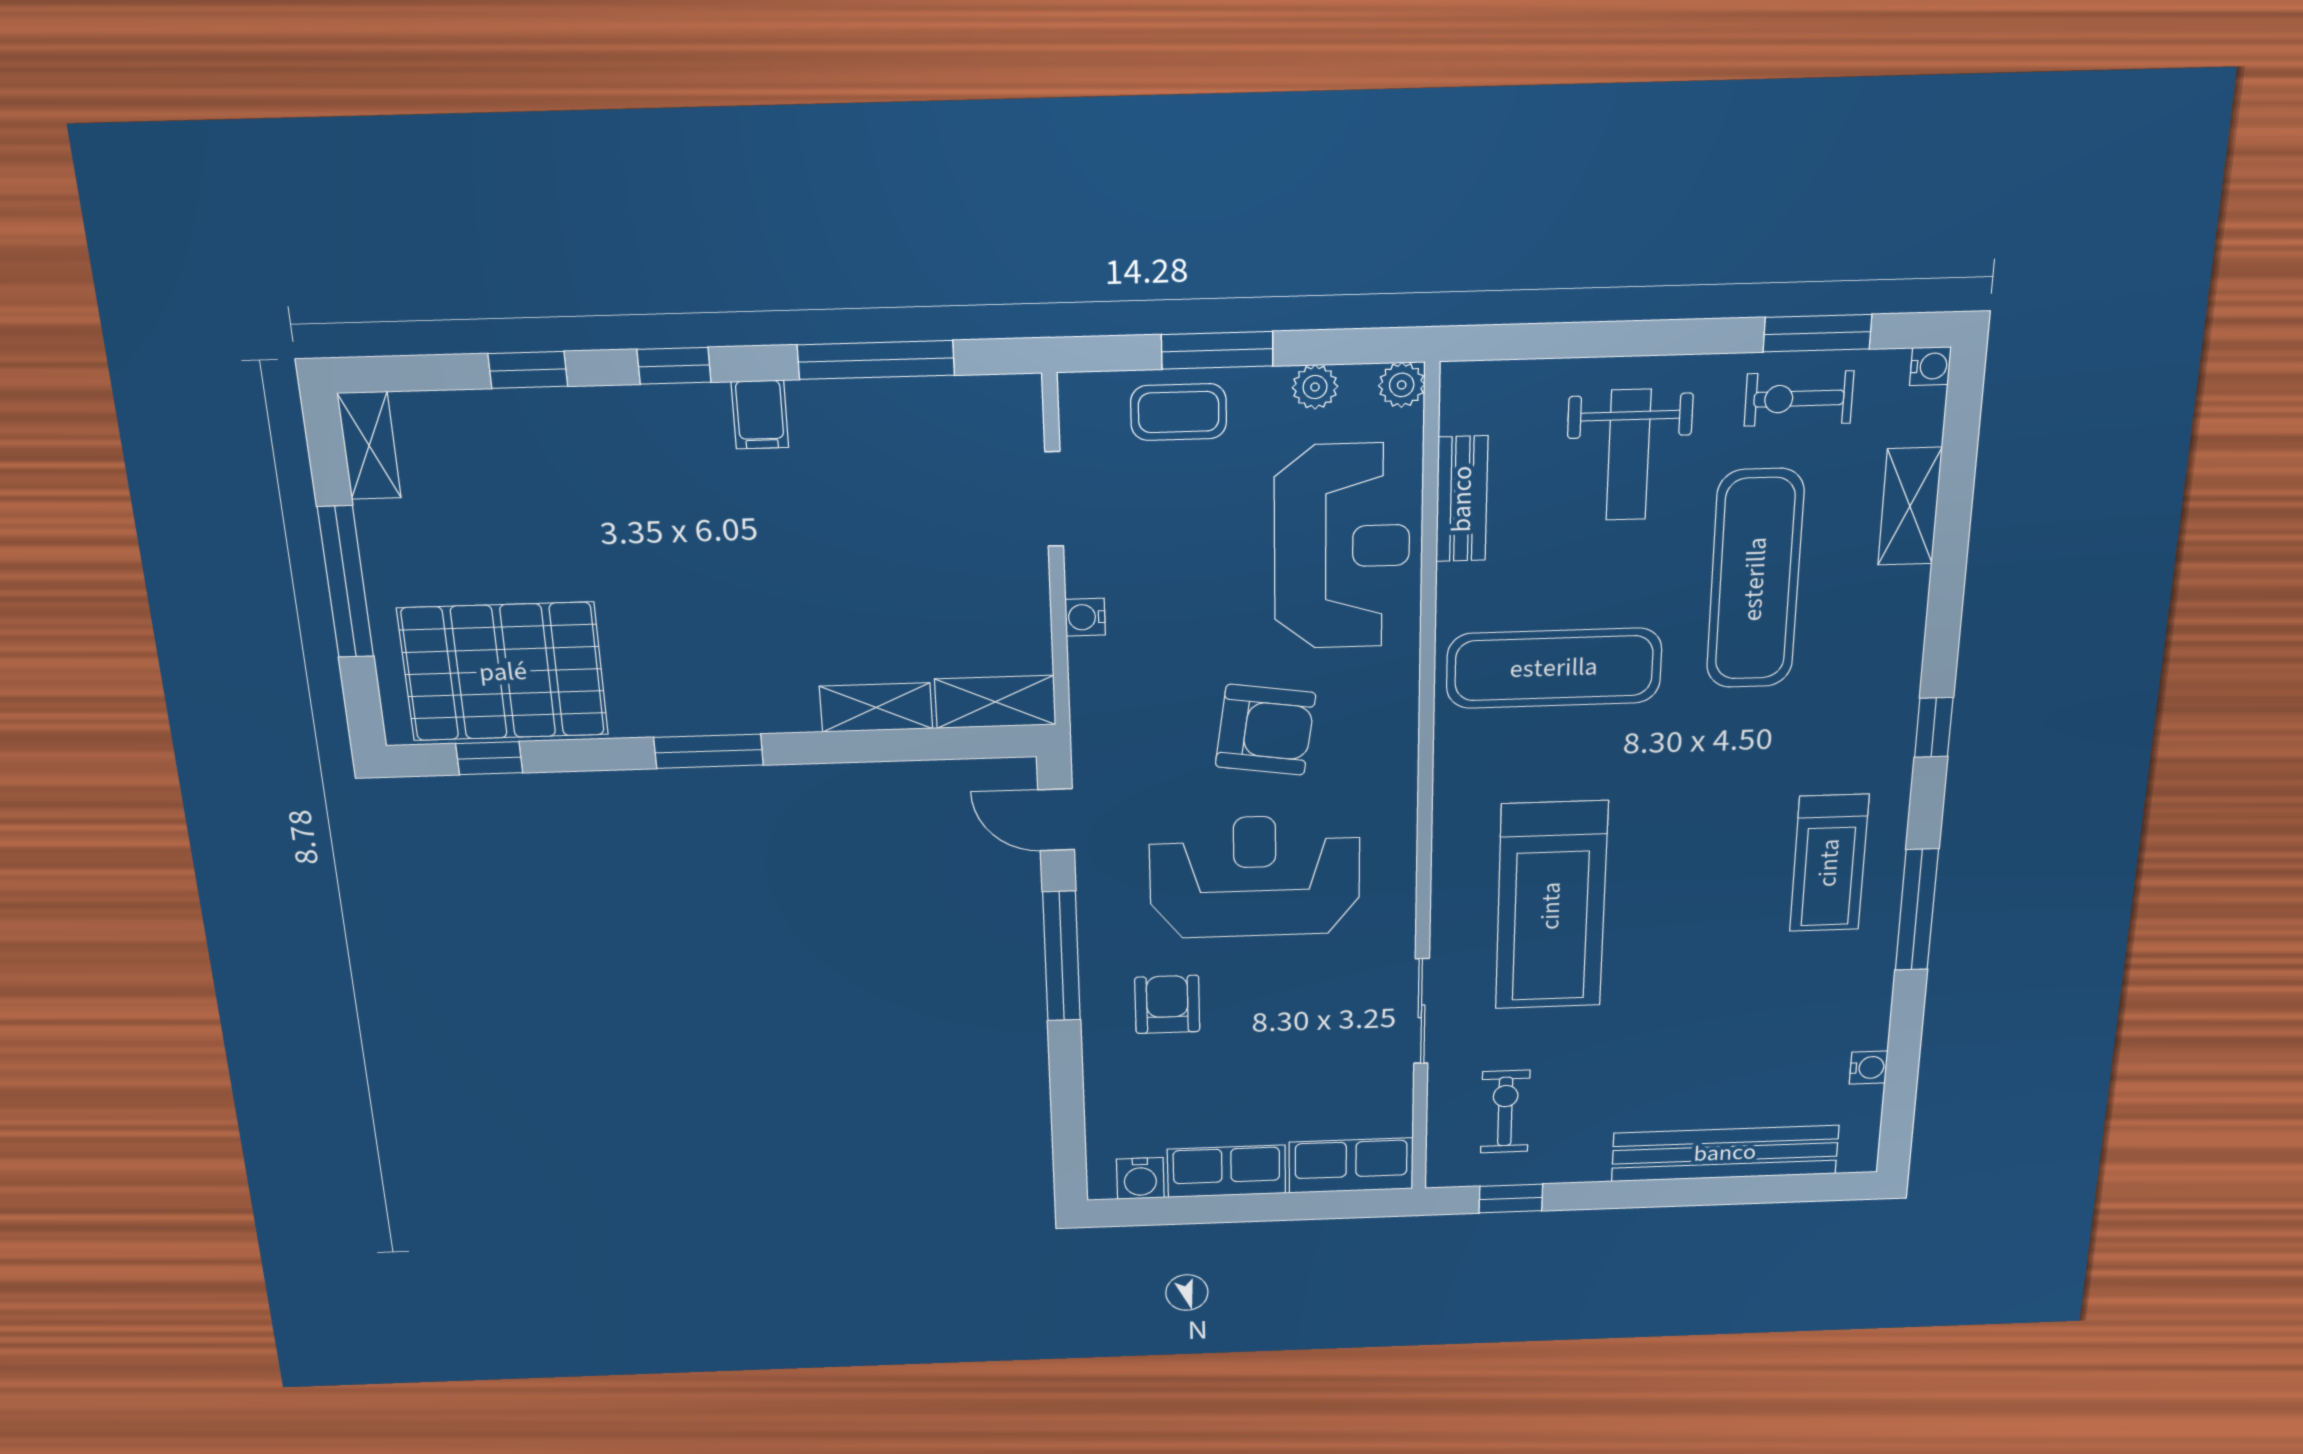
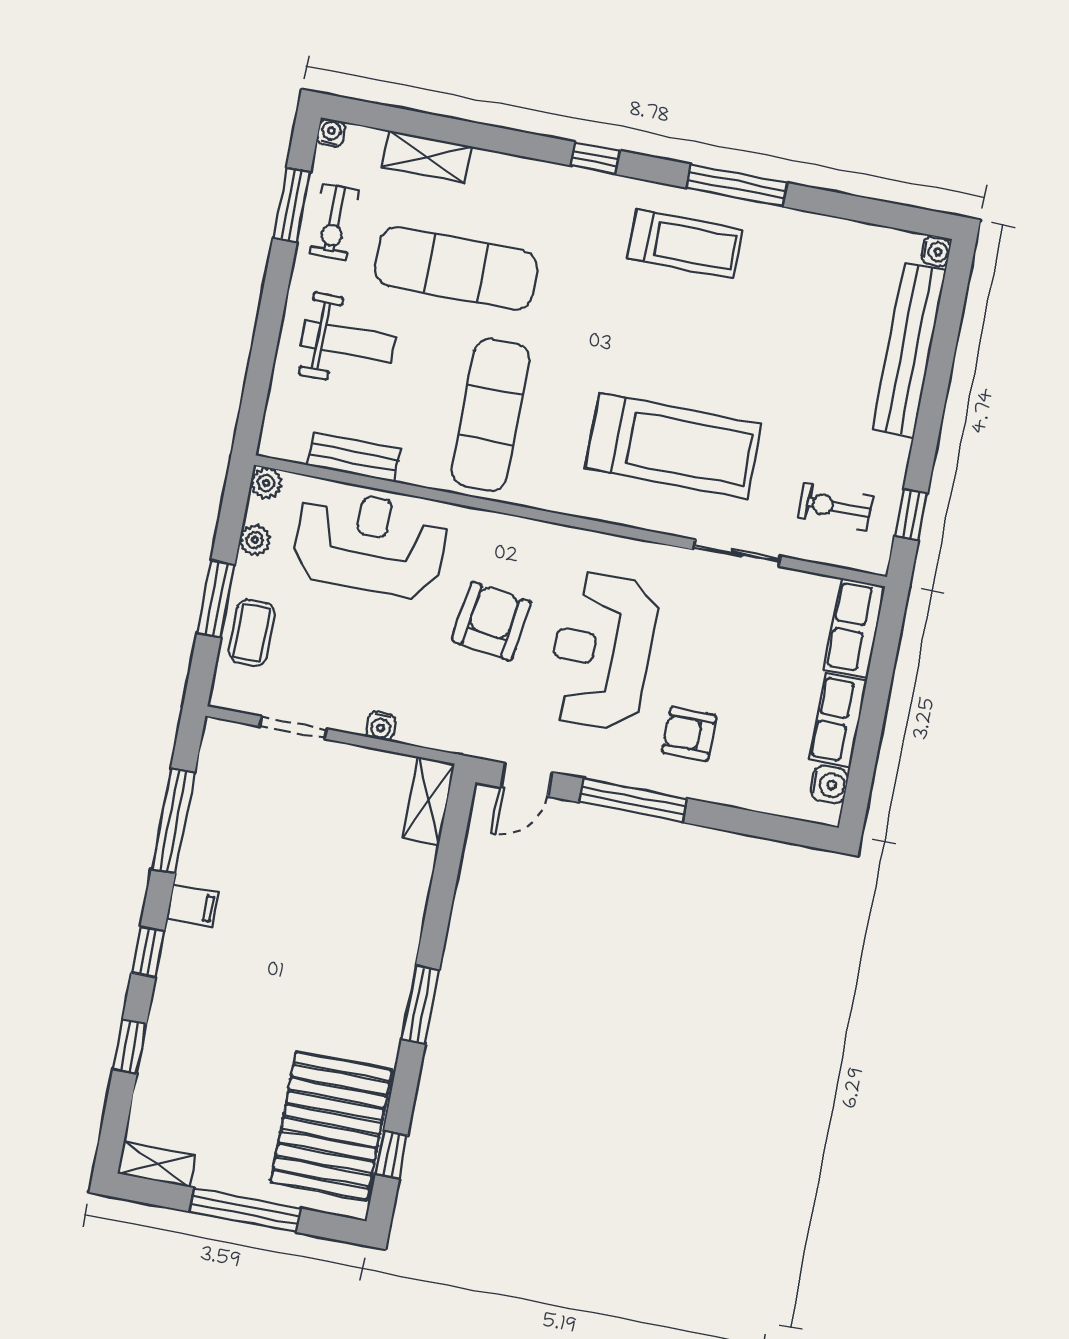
shelving: (876, 707) -> (414, 883), removed
water cooler: (1869, 1068) -> (936, 251), moved, turned 90

